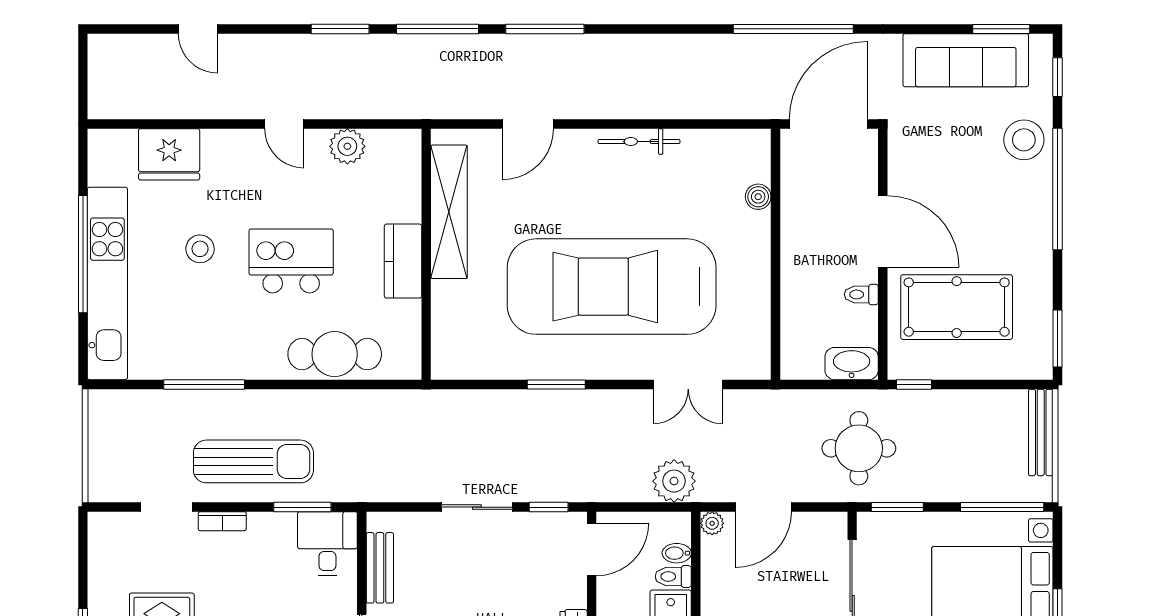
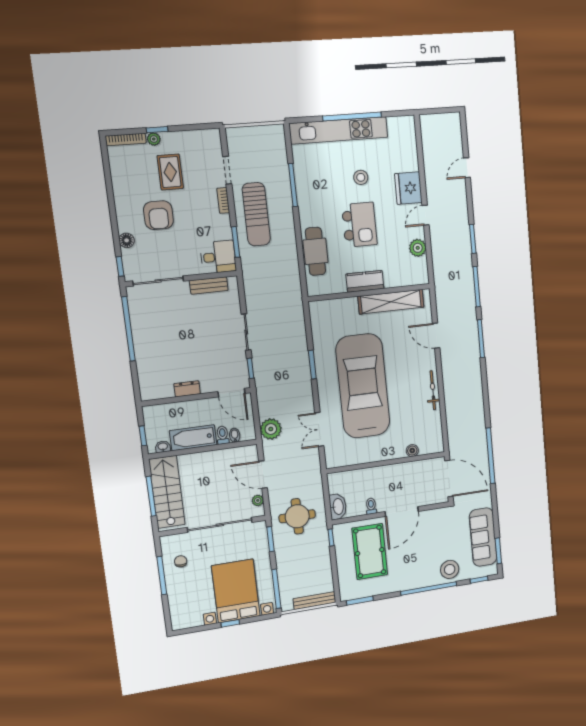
fridge: (169, 154) -> (408, 188), moved
plant: (712, 523) -> (258, 500), moved

